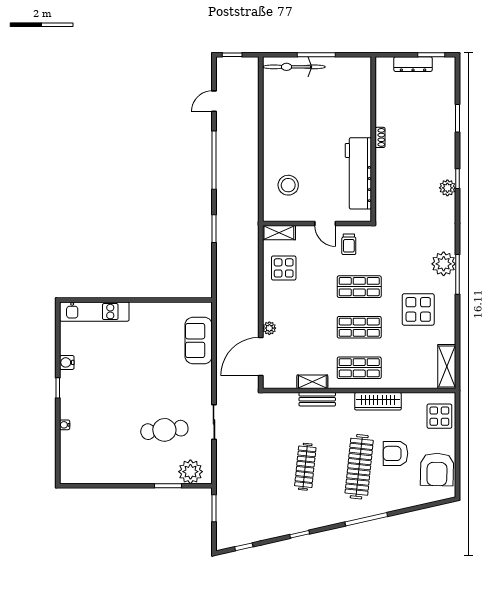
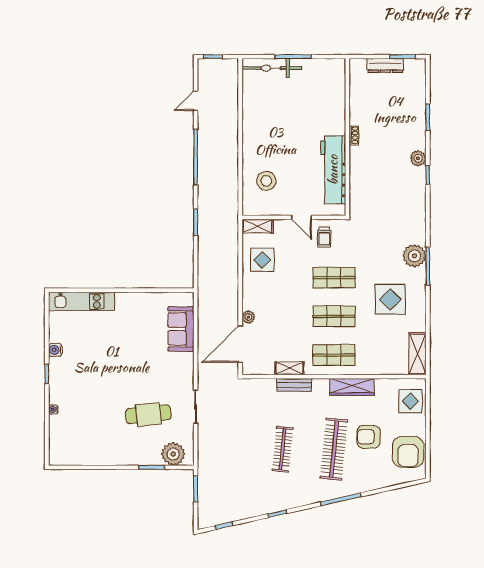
plant: (447, 188) -> (418, 158), moved

